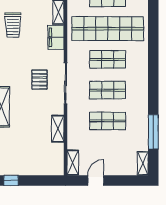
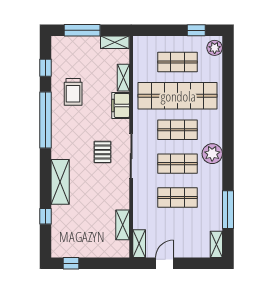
plant: (139, 81) -> (212, 154), added
shelving: (58, 129) -> (123, 225), moved

